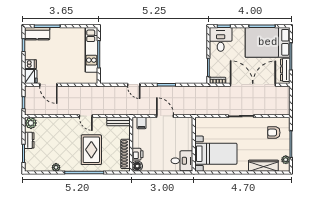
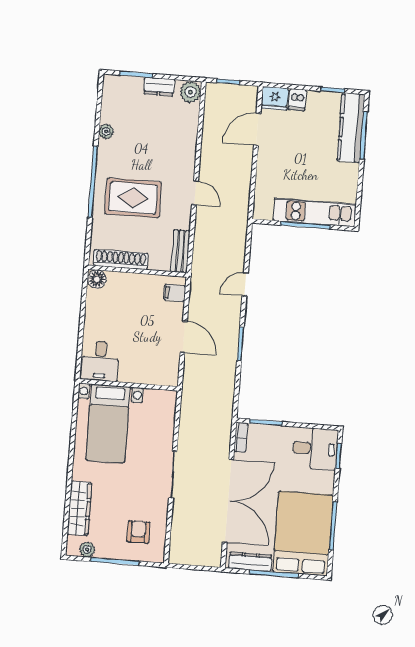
kitchen counter: (37, 34) -> (351, 128), width x1.50
door: (86, 116) -> (195, 193), swing flipped
door: (165, 116) -> (184, 337), hinge flipped
printer: (138, 154) -> (118, 281), removed

